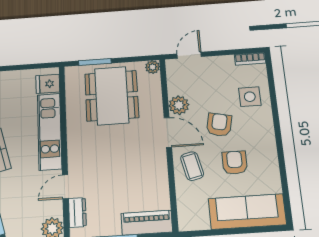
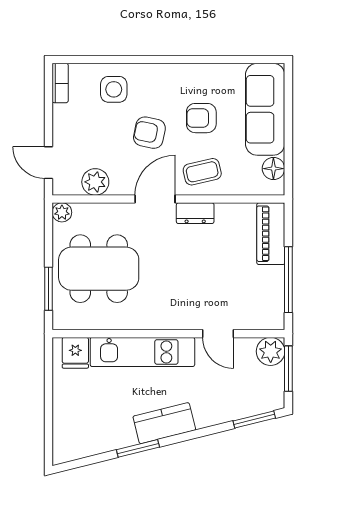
plant: (179, 105) -> (95, 182), moved
dresser: (77, 212) -> (195, 213), moved, turned 180
floor lamp: (200, 221) -> (273, 169), added

